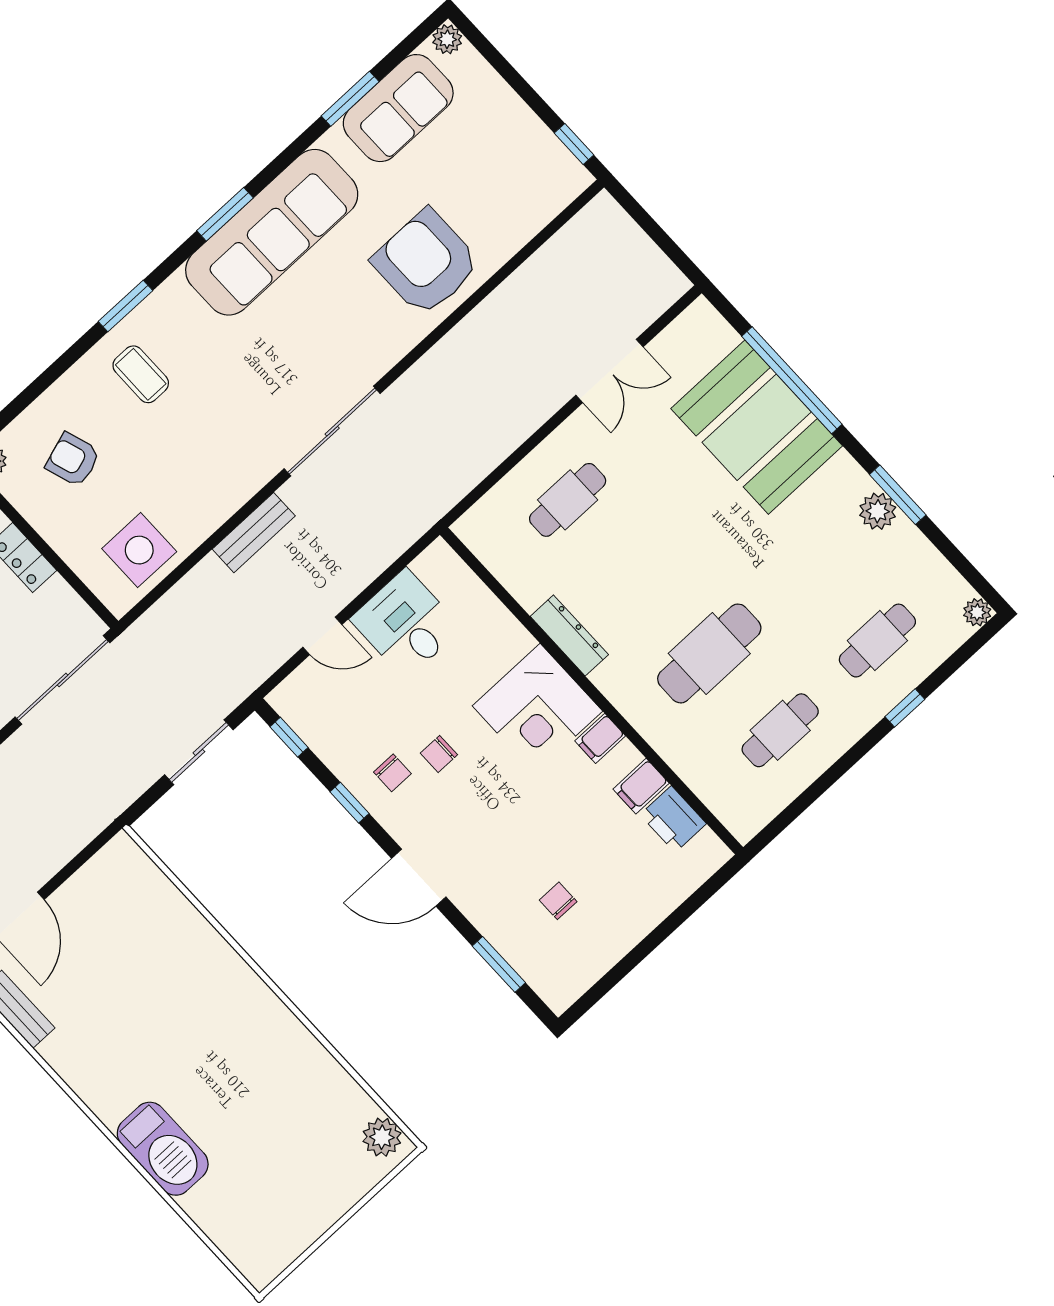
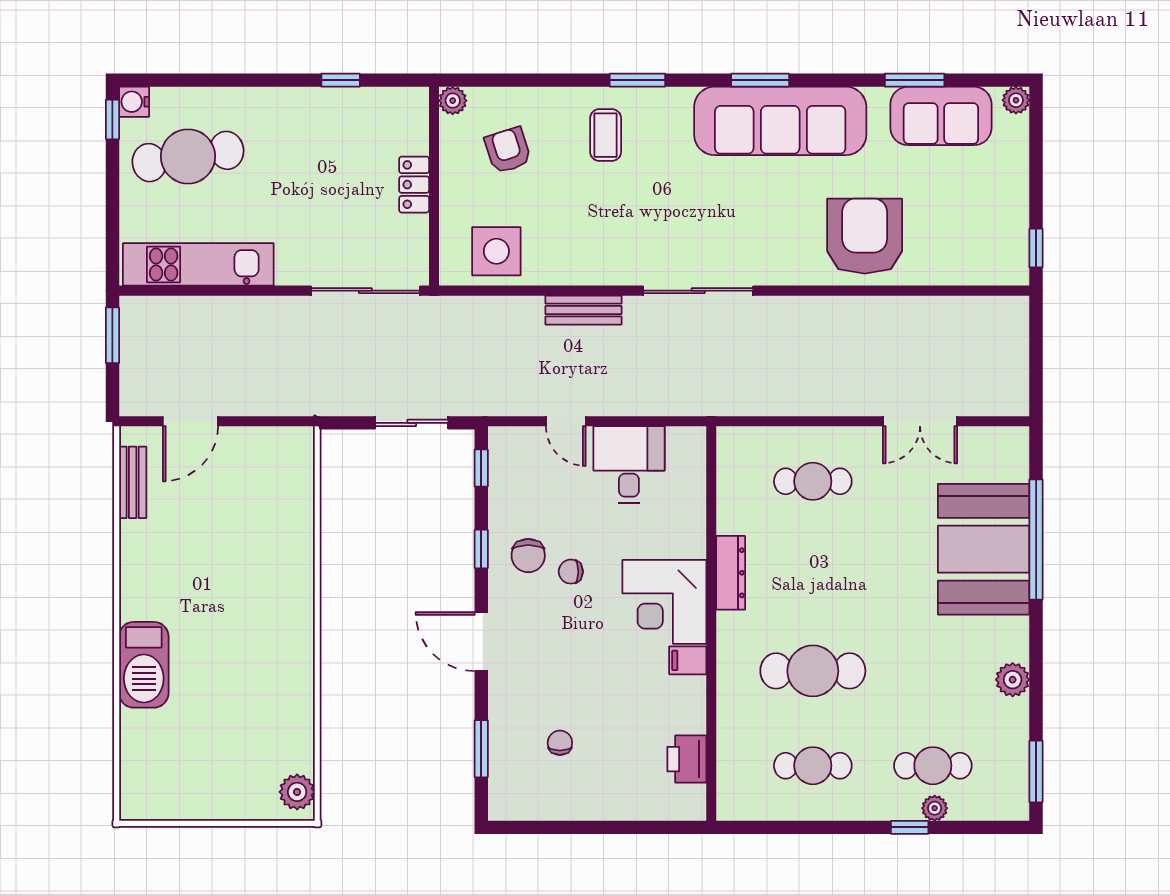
window: (898, 495) -> (1036, 771), moved
plant: (977, 612) -> (935, 808), moved
chair: (392, 773) -> (528, 556), width x1.37, depth x1.37
filing cabinet: (641, 786) -> (686, 717), removed

